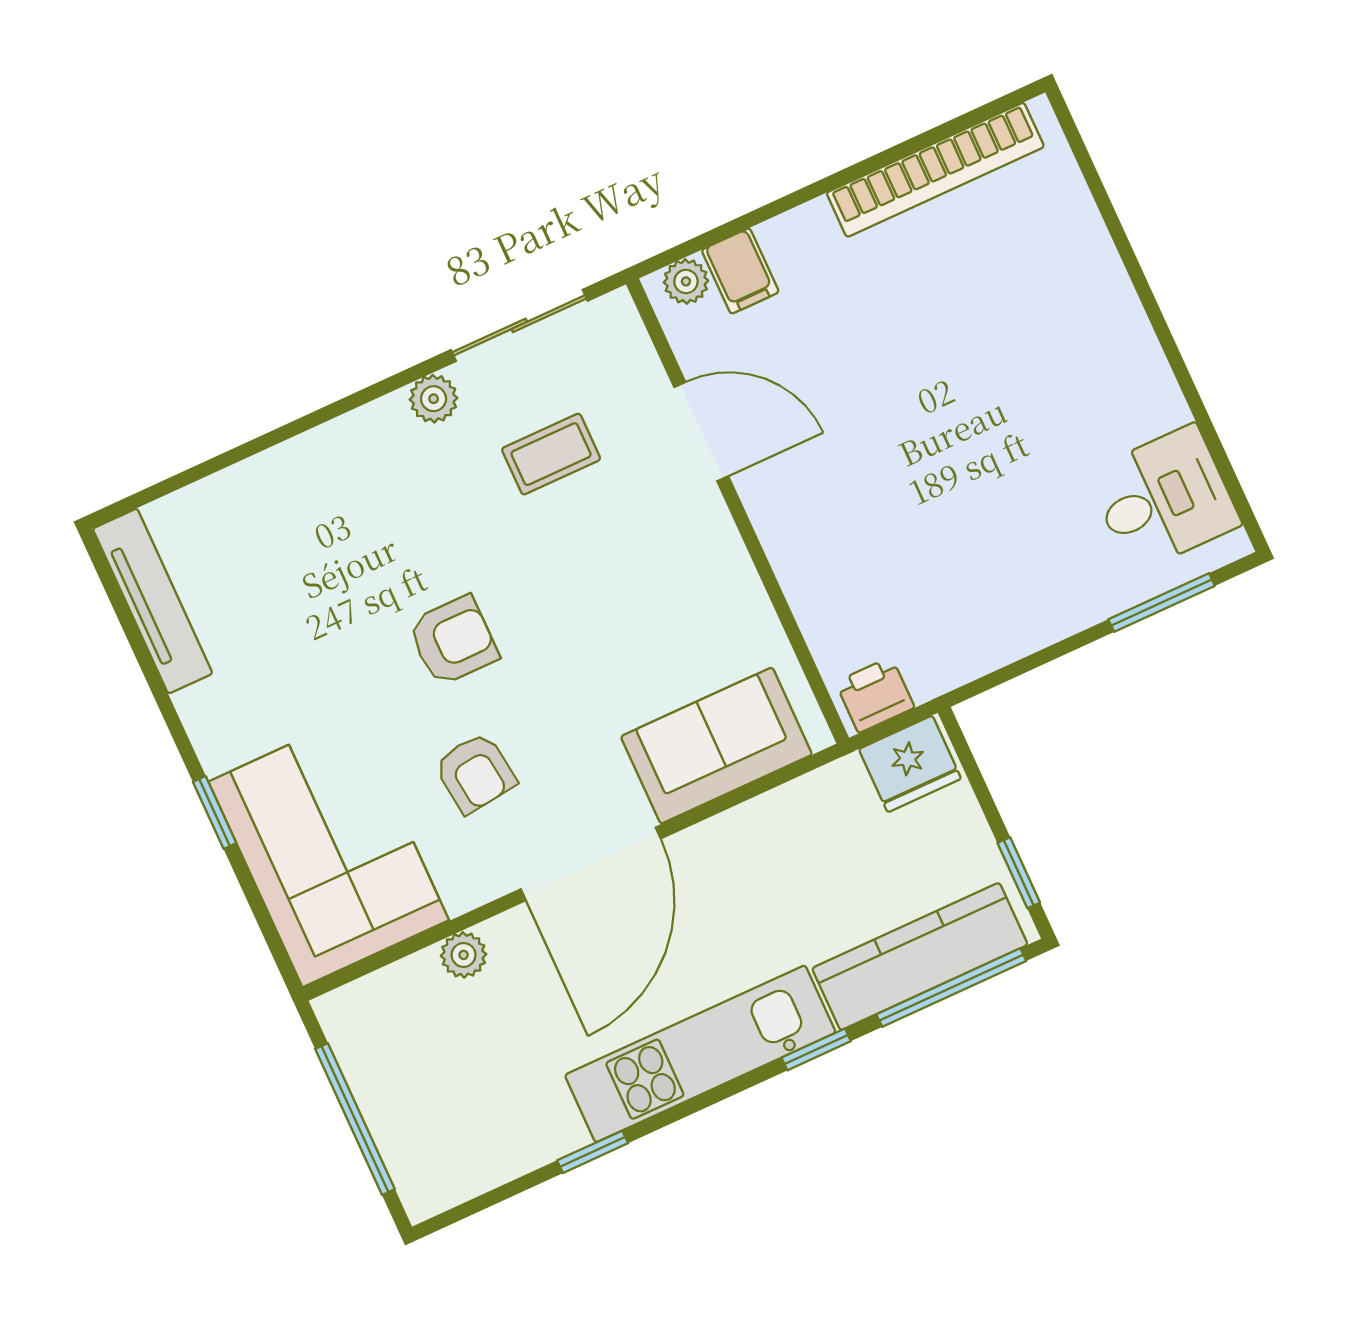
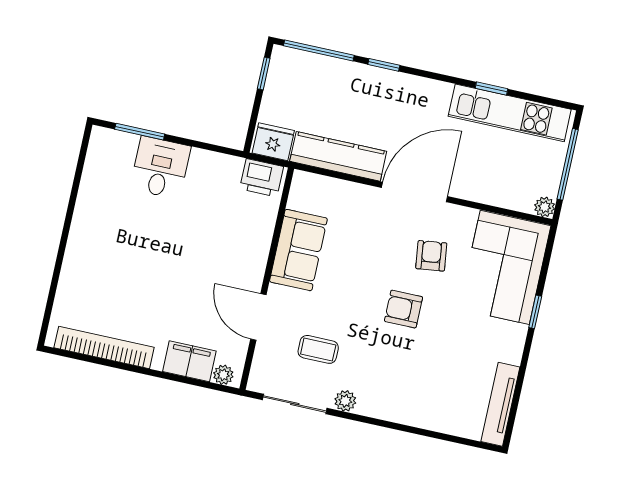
filing cabinet: (740, 271) -> (189, 361), width x2.00
desk: (1164, 499) -> (160, 168), moved, turned 90
printer: (875, 695) -> (262, 178), width x1.36, depth x1.24
sofa: (716, 746) -> (298, 250), moved, turned -90
plant: (464, 955) -> (545, 207), moved
kitchen counter: (920, 956) -> (338, 156), moved, turned 180
kitchen unit: (700, 1054) -> (510, 113), moved

